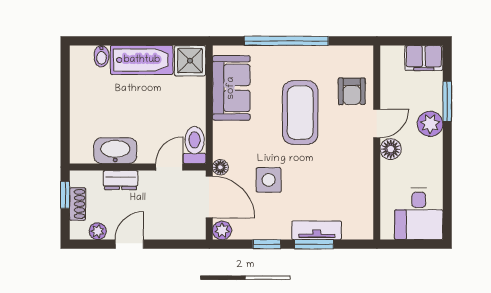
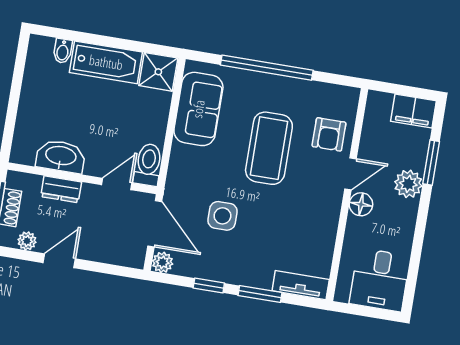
floor lamp: (220, 167) -> (172, 193), removed
tv unit: (317, 230) -> (301, 285), moved

